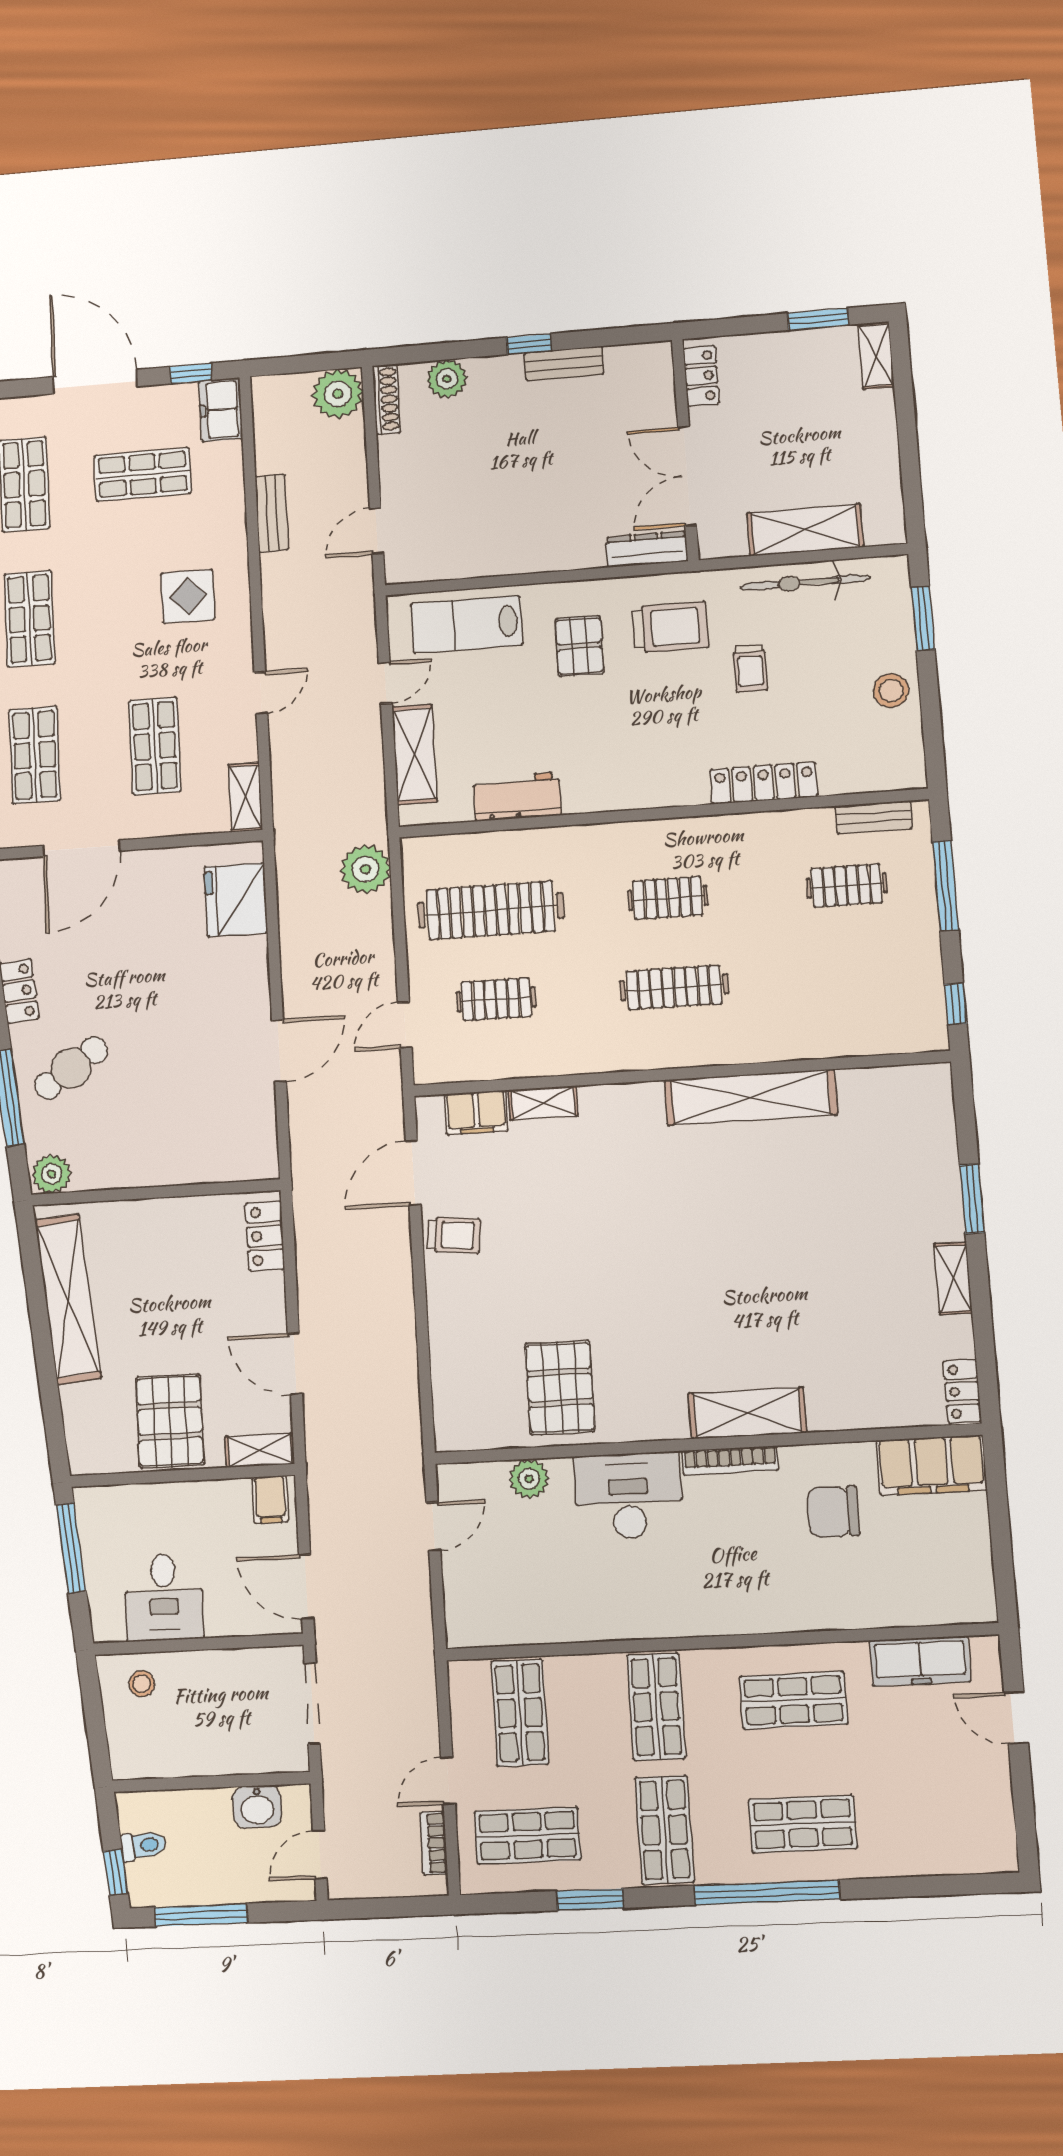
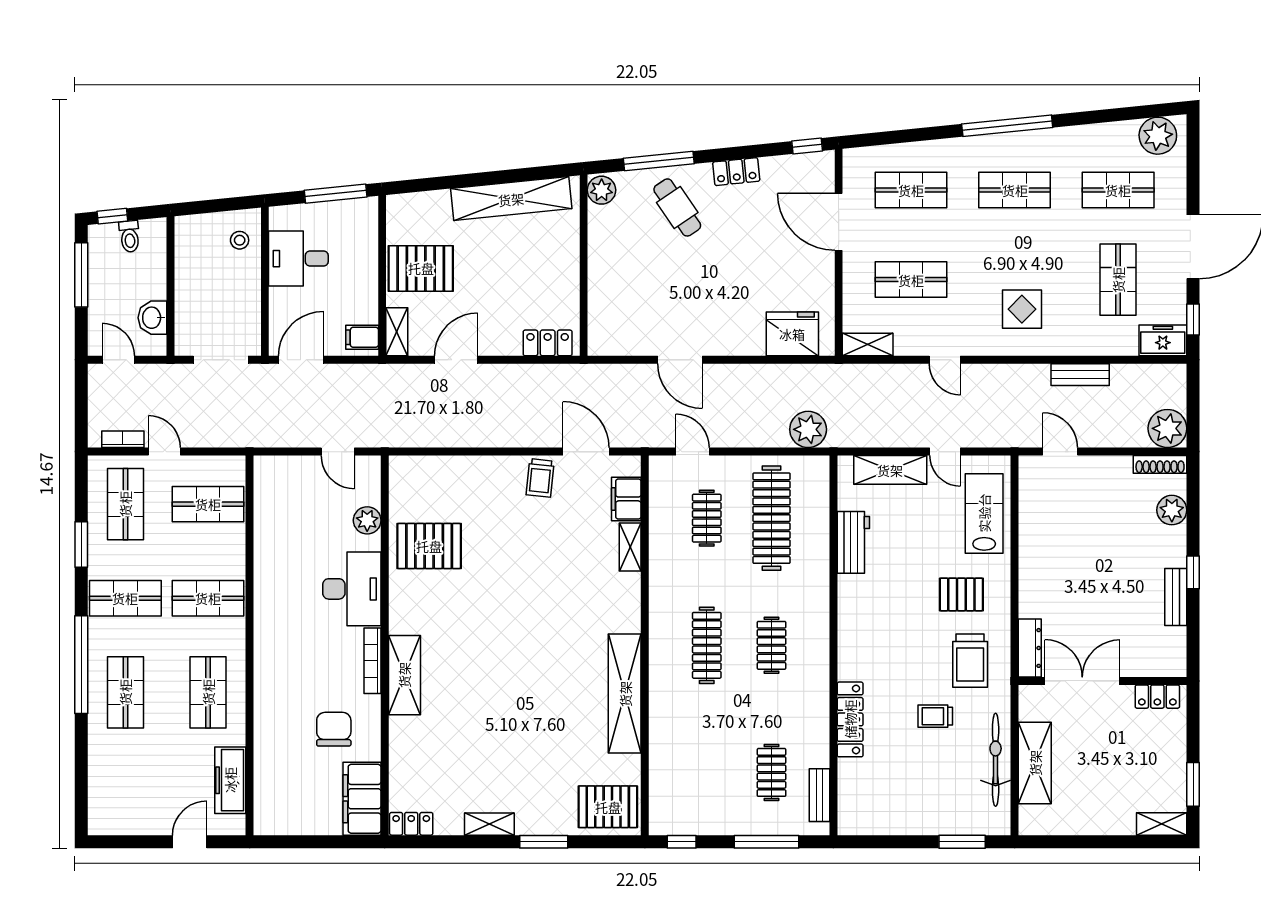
stool: (891, 690) -> (911, 815), removed
pallet: (914, 1111) -> (608, 807), added

